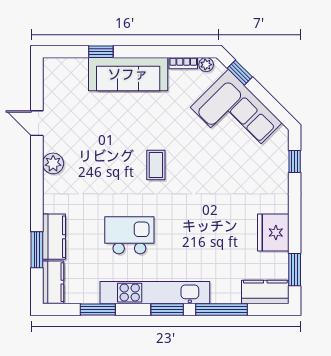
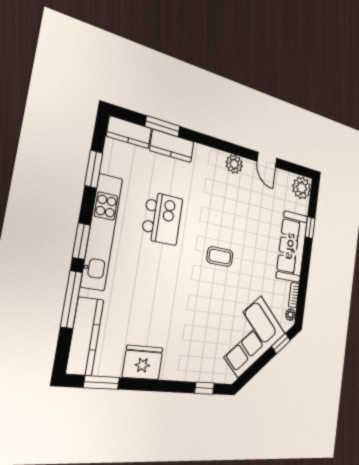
plant: (57, 71) -> (302, 188), added
door: (37, 123) -> (267, 160), swing flipped
kitchen counter: (265, 292) -> (85, 336), width x1.50

